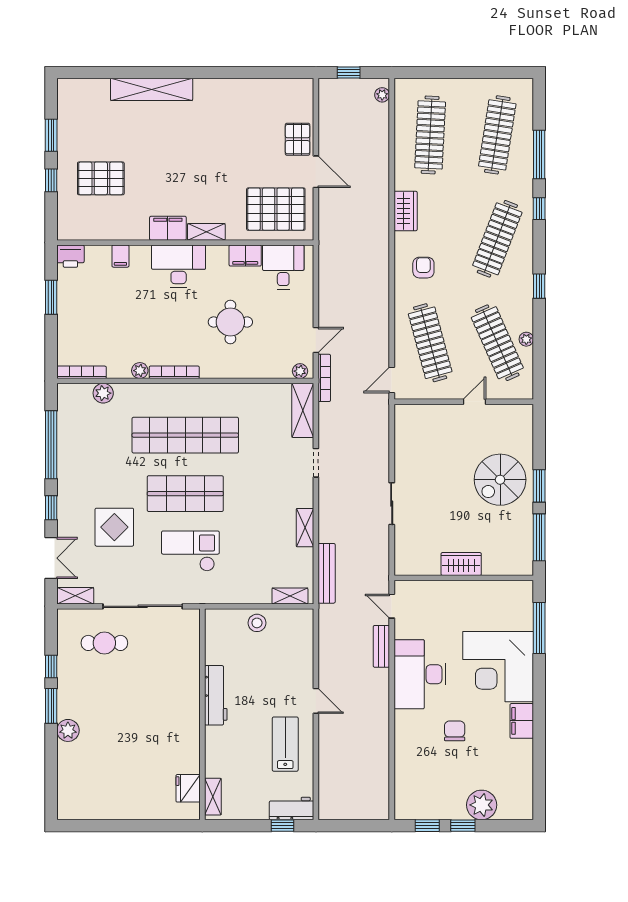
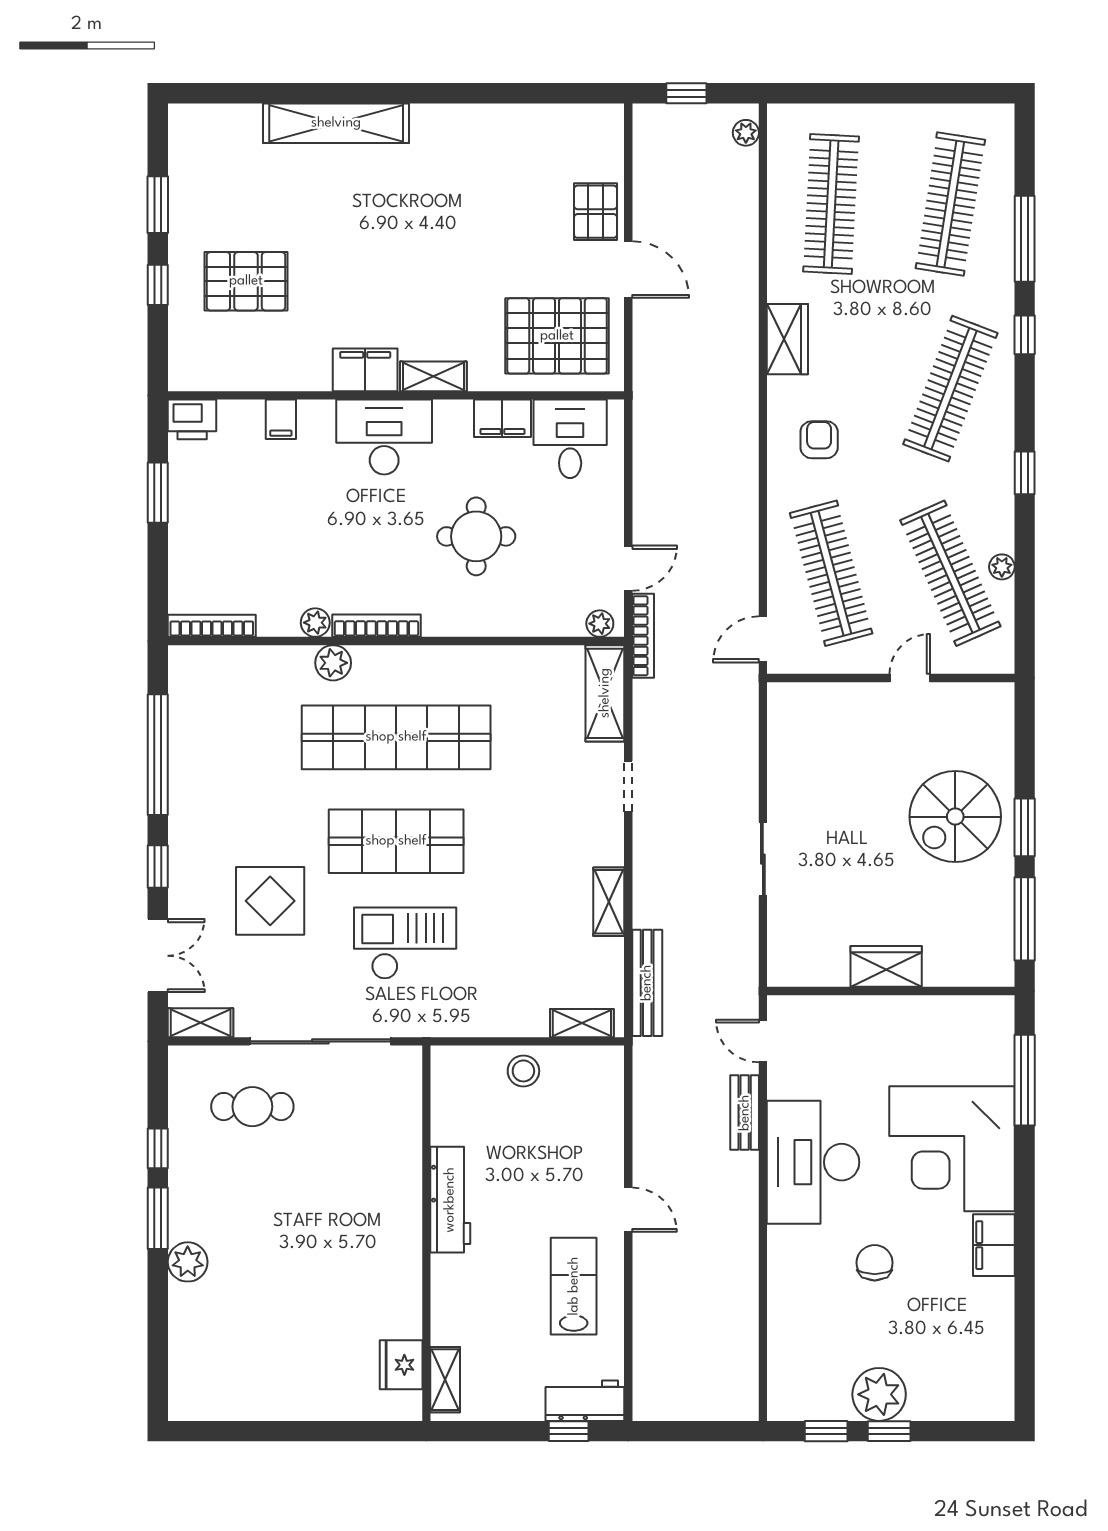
plant: (103, 393) -> (333, 663), moved
plant: (482, 805) -> (879, 1394), moved

